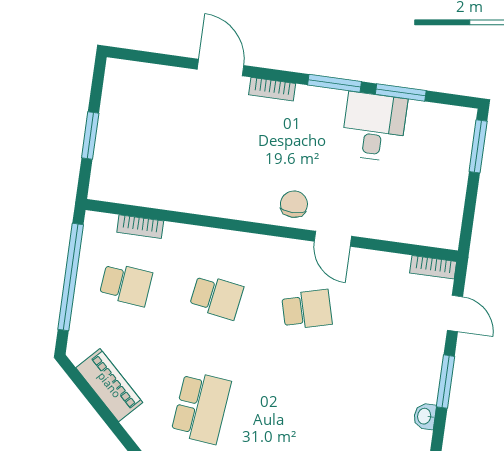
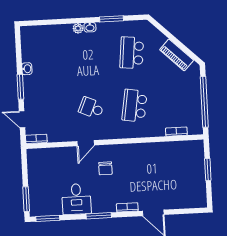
window: (401, 92) -> (48, 218), moved
chair: (294, 204) -> (105, 168), moved
door: (333, 239) -> (86, 143), swing flipped
school desk: (126, 284) -> (178, 103), removed
school desk: (216, 297) -> (135, 106), width x1.85
school desk: (307, 310) -> (91, 108), turned 39

